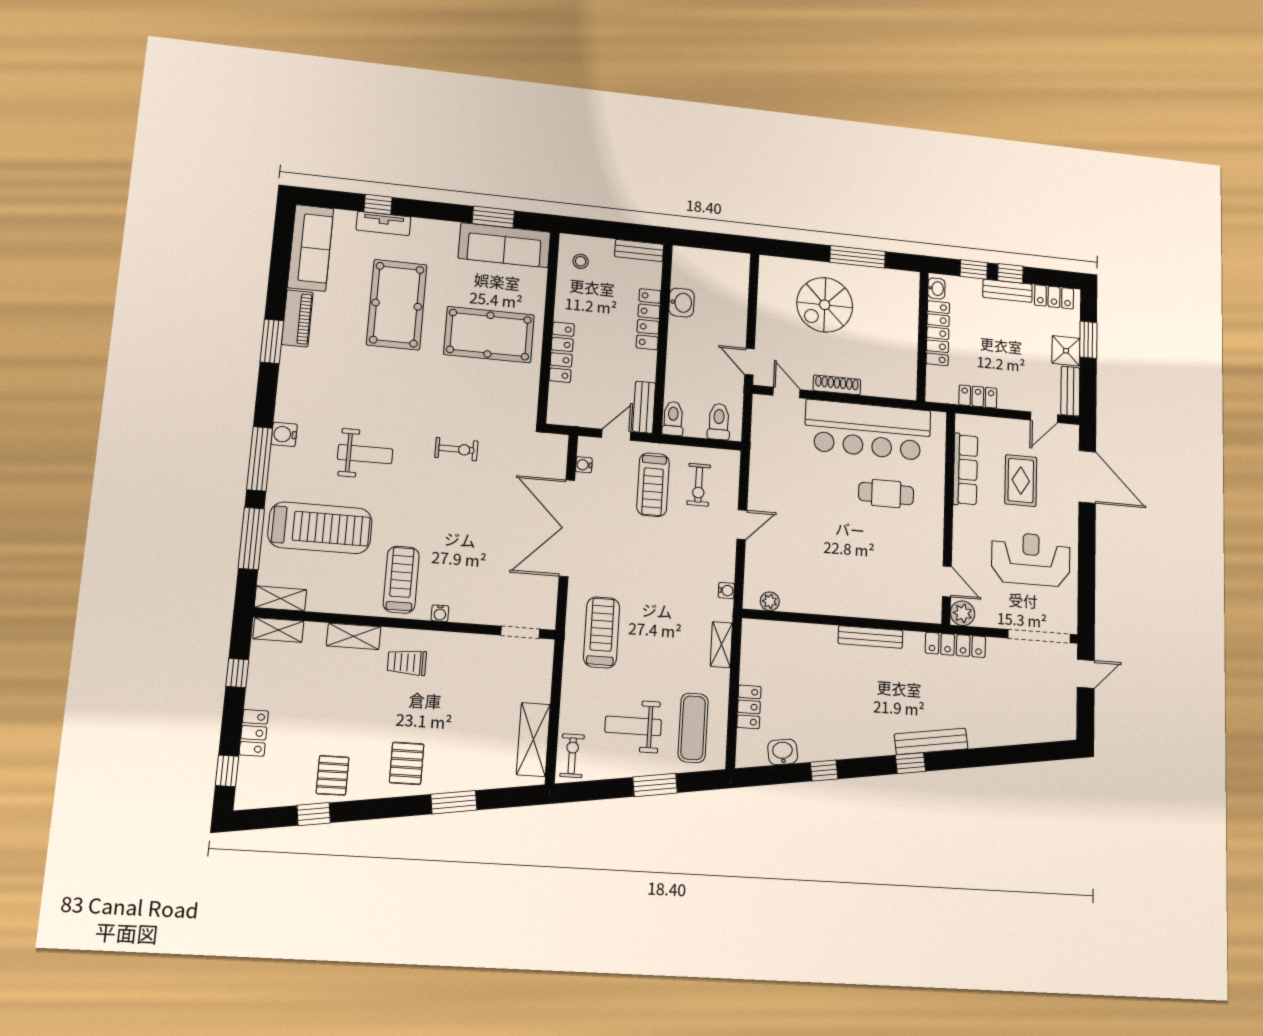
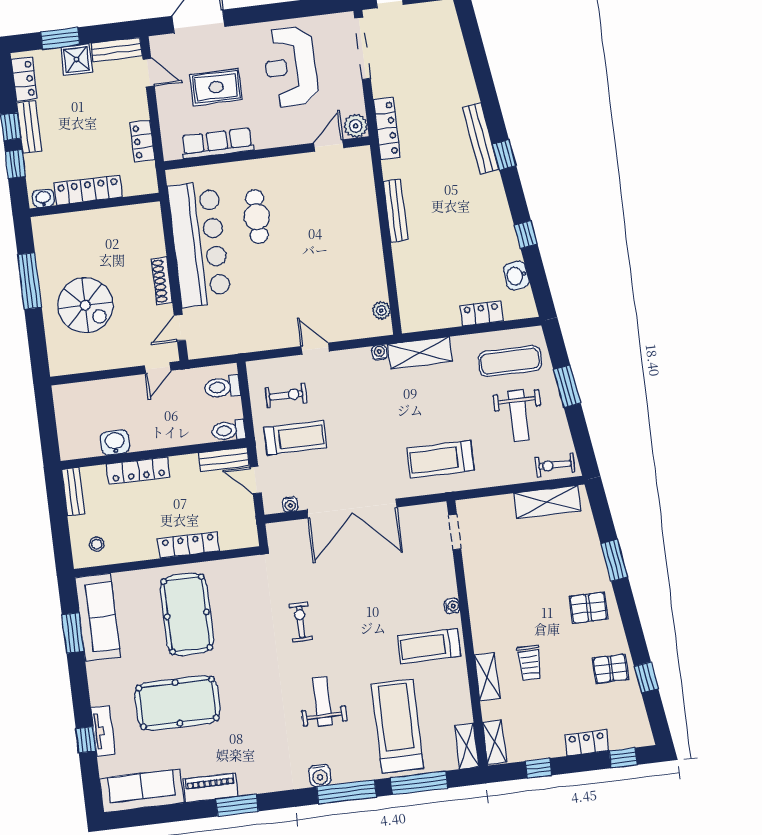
shelving: (721, 645) -> (420, 353), width x1.50, depth x1.33
trolley: (407, 662) -> (529, 663), moved

